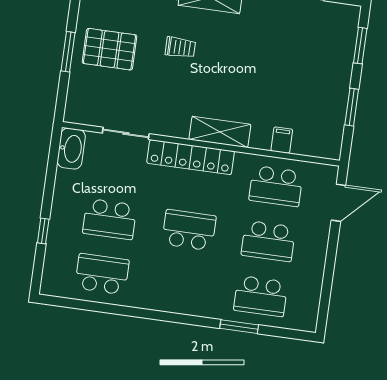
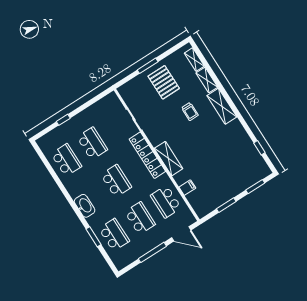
washbasin: (71, 149) -> (85, 206), moved, turned -90
school desk: (110, 219) -> (92, 143), turned 180
school desk: (268, 241) -> (140, 218), turned 180
window: (330, 264) -> (152, 252), added
school desk: (261, 296) -> (114, 235), turned 180

